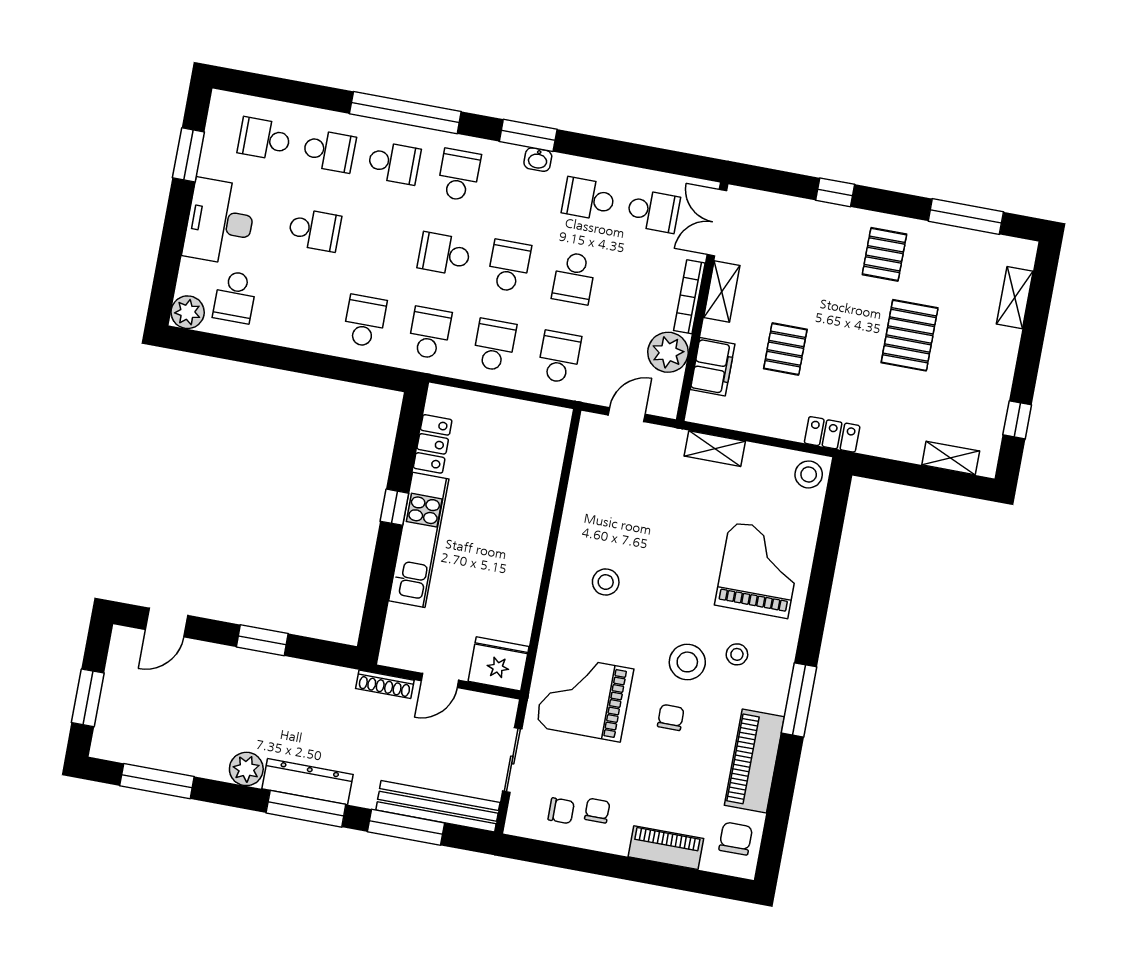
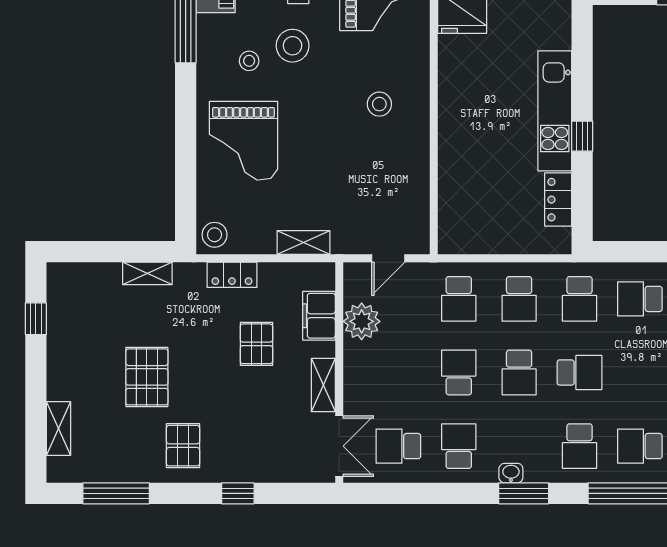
school desk: (589, 199) -> (459, 446), turned -90
bookcase: (689, 297) -> (352, 375), removed
school desk: (365, 321) -> (640, 299), turned 90
locker: (832, 434) -> (232, 275), moved
shelving: (951, 458) -> (147, 273), moved

